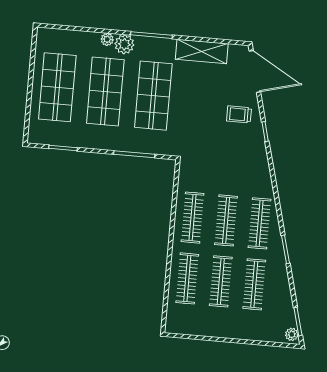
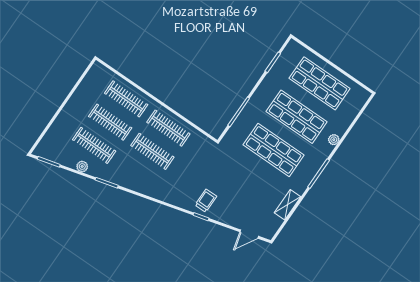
plant: (124, 44) -> (323, 150), removed
shelving: (202, 51) -> (288, 205), width x0.67, depth x0.75
door: (255, 71) -> (249, 234), width x0.53
trolley: (239, 114) -> (206, 201), moved
clothes rail: (260, 223) -> (136, 175), removed
plant: (292, 334) -> (82, 166), moved

